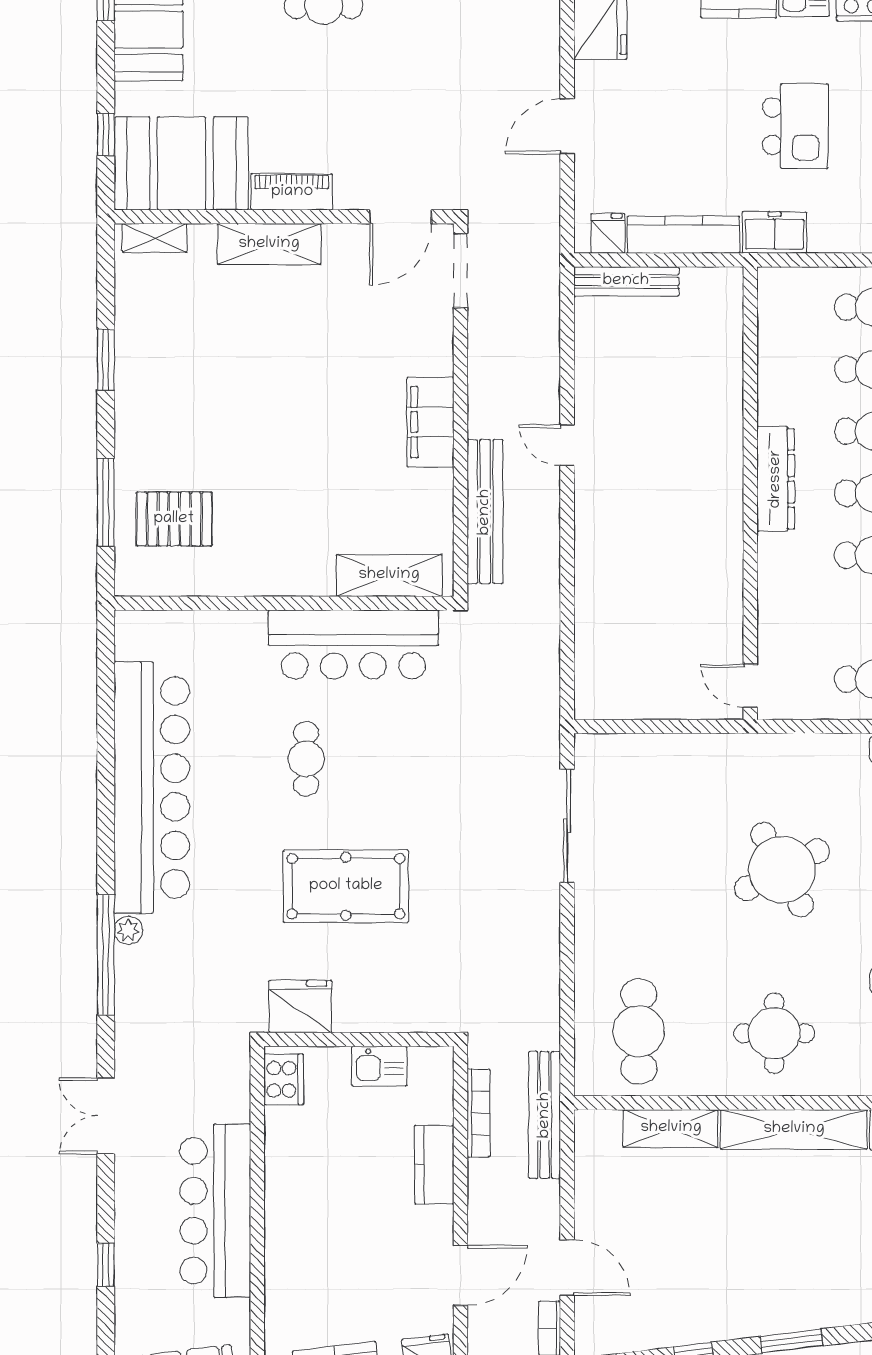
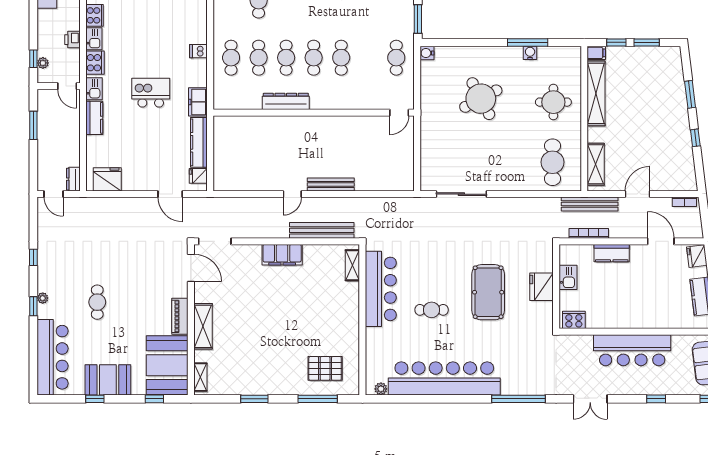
door: (567, 126) -> (170, 194), moved
bench: (626, 281) -> (331, 185), moved, turned 90
dresser: (776, 479) -> (286, 101), moved
pallet: (174, 519) -> (325, 368), turned 90
shelving: (389, 575) -> (352, 265), width x0.67, depth x0.75
plant: (128, 930) -> (381, 389), moved
fridge: (300, 1007) -> (542, 287), moved
cafe table: (639, 1031) -> (553, 162), turned 90
shelving: (671, 1128) -> (596, 164), moved
door: (567, 1268) -> (638, 194), moved

